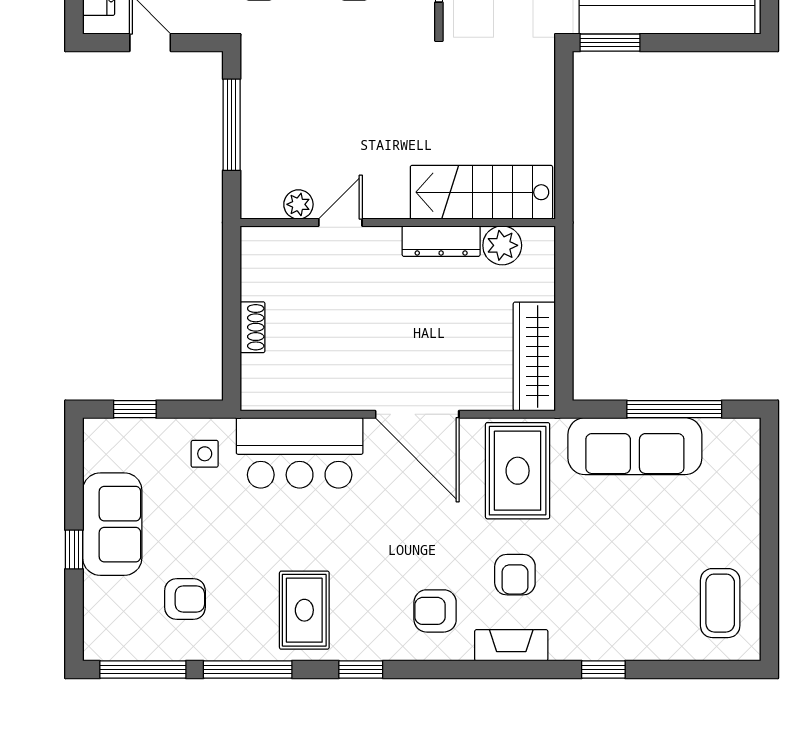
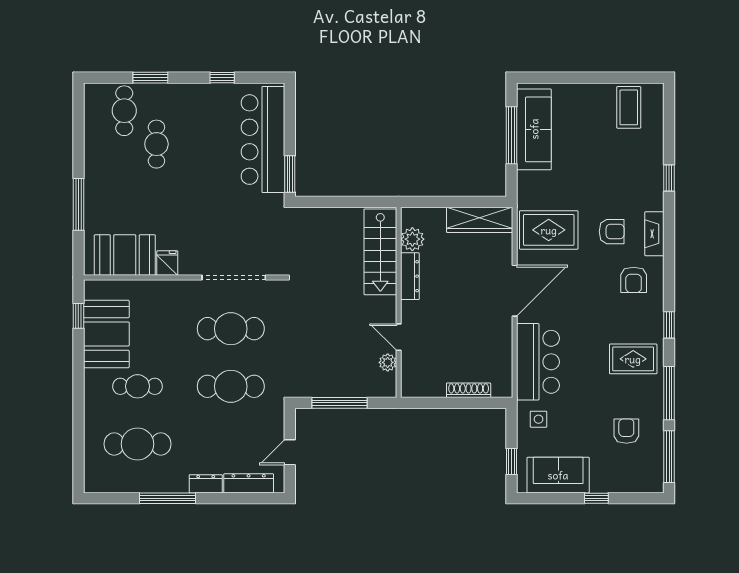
shoe rack: (253, 327) -> (469, 390), width x1.43
sofa: (635, 446) -> (534, 129), moved
sofa: (112, 524) -> (558, 475), moved
coffee table: (720, 603) -> (629, 107), turned 90

